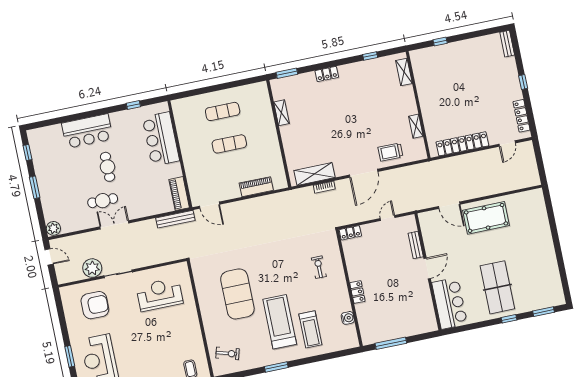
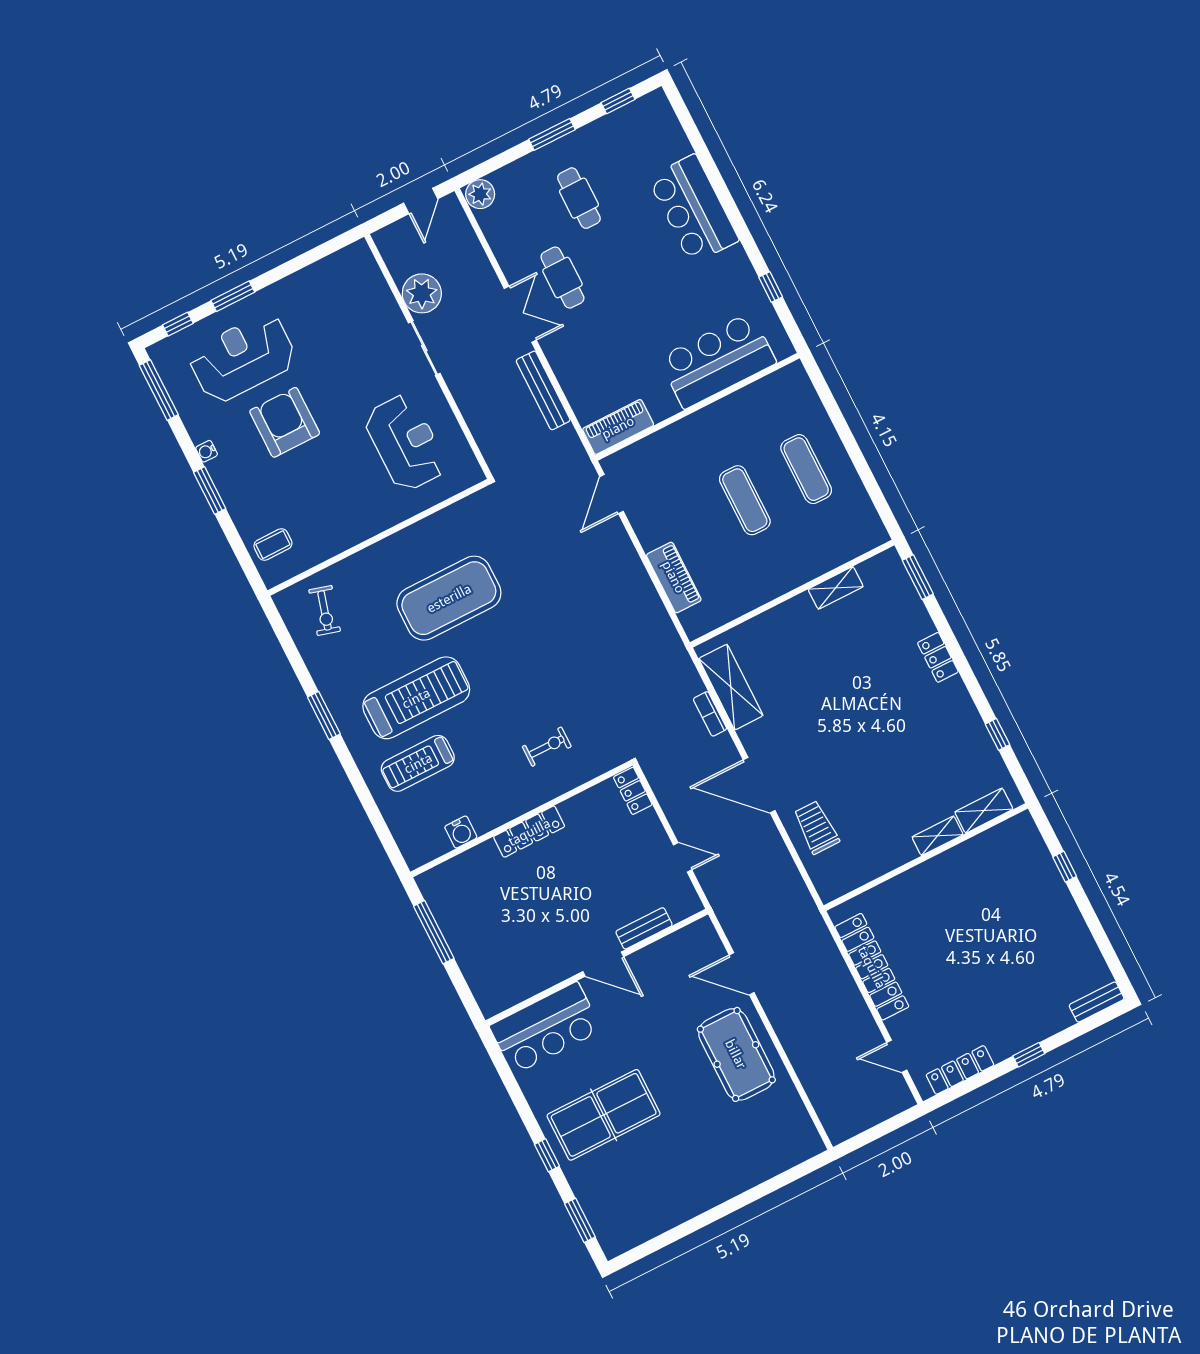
shelving: (416, 126) -> (938, 836), moved
cafe table: (108, 167) -> (579, 198), moved, turned 90
door: (449, 205) -> (742, 974), hinge flipped
bench: (175, 219) -> (543, 390), moved
locker: (357, 292) -> (529, 832), width x1.53
armchair: (95, 305) -> (285, 422), moved, turned 180

